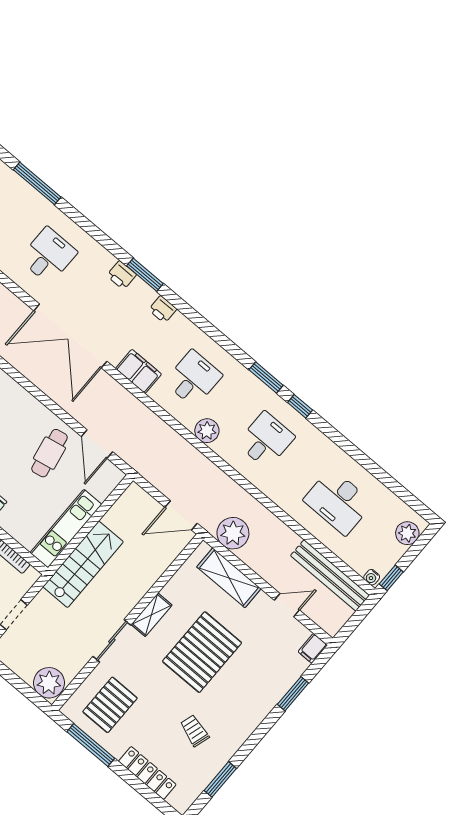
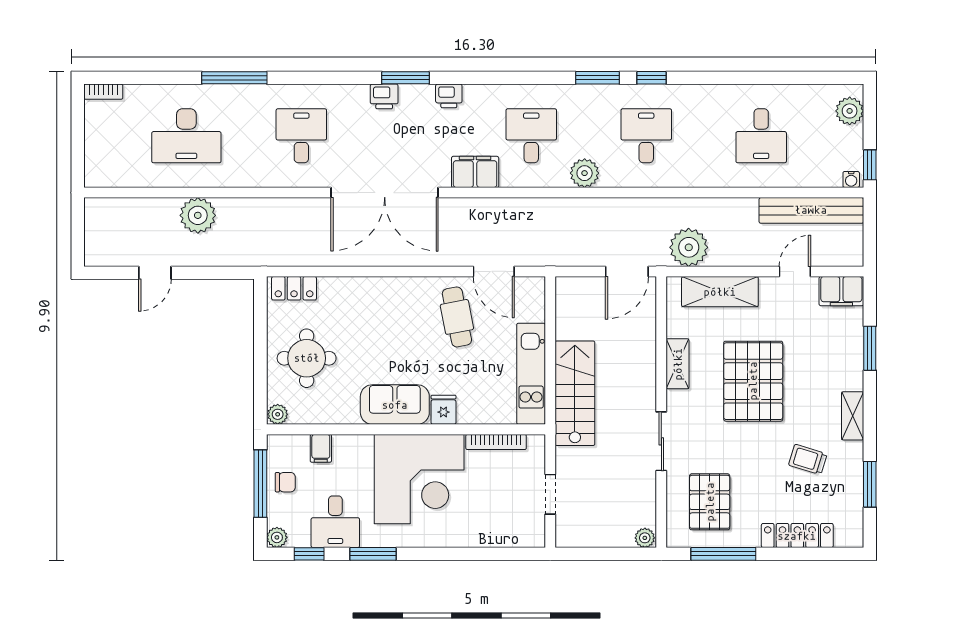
desk: (338, 502) -> (761, 136), width x0.73
shelving: (152, 615) -> (678, 364), moved
filing cabinet: (313, 648) -> (841, 291), width x2.00
plant: (49, 683) -> (645, 538), width x0.53, depth x0.53
shelving: (246, 727) -> (853, 416), added

